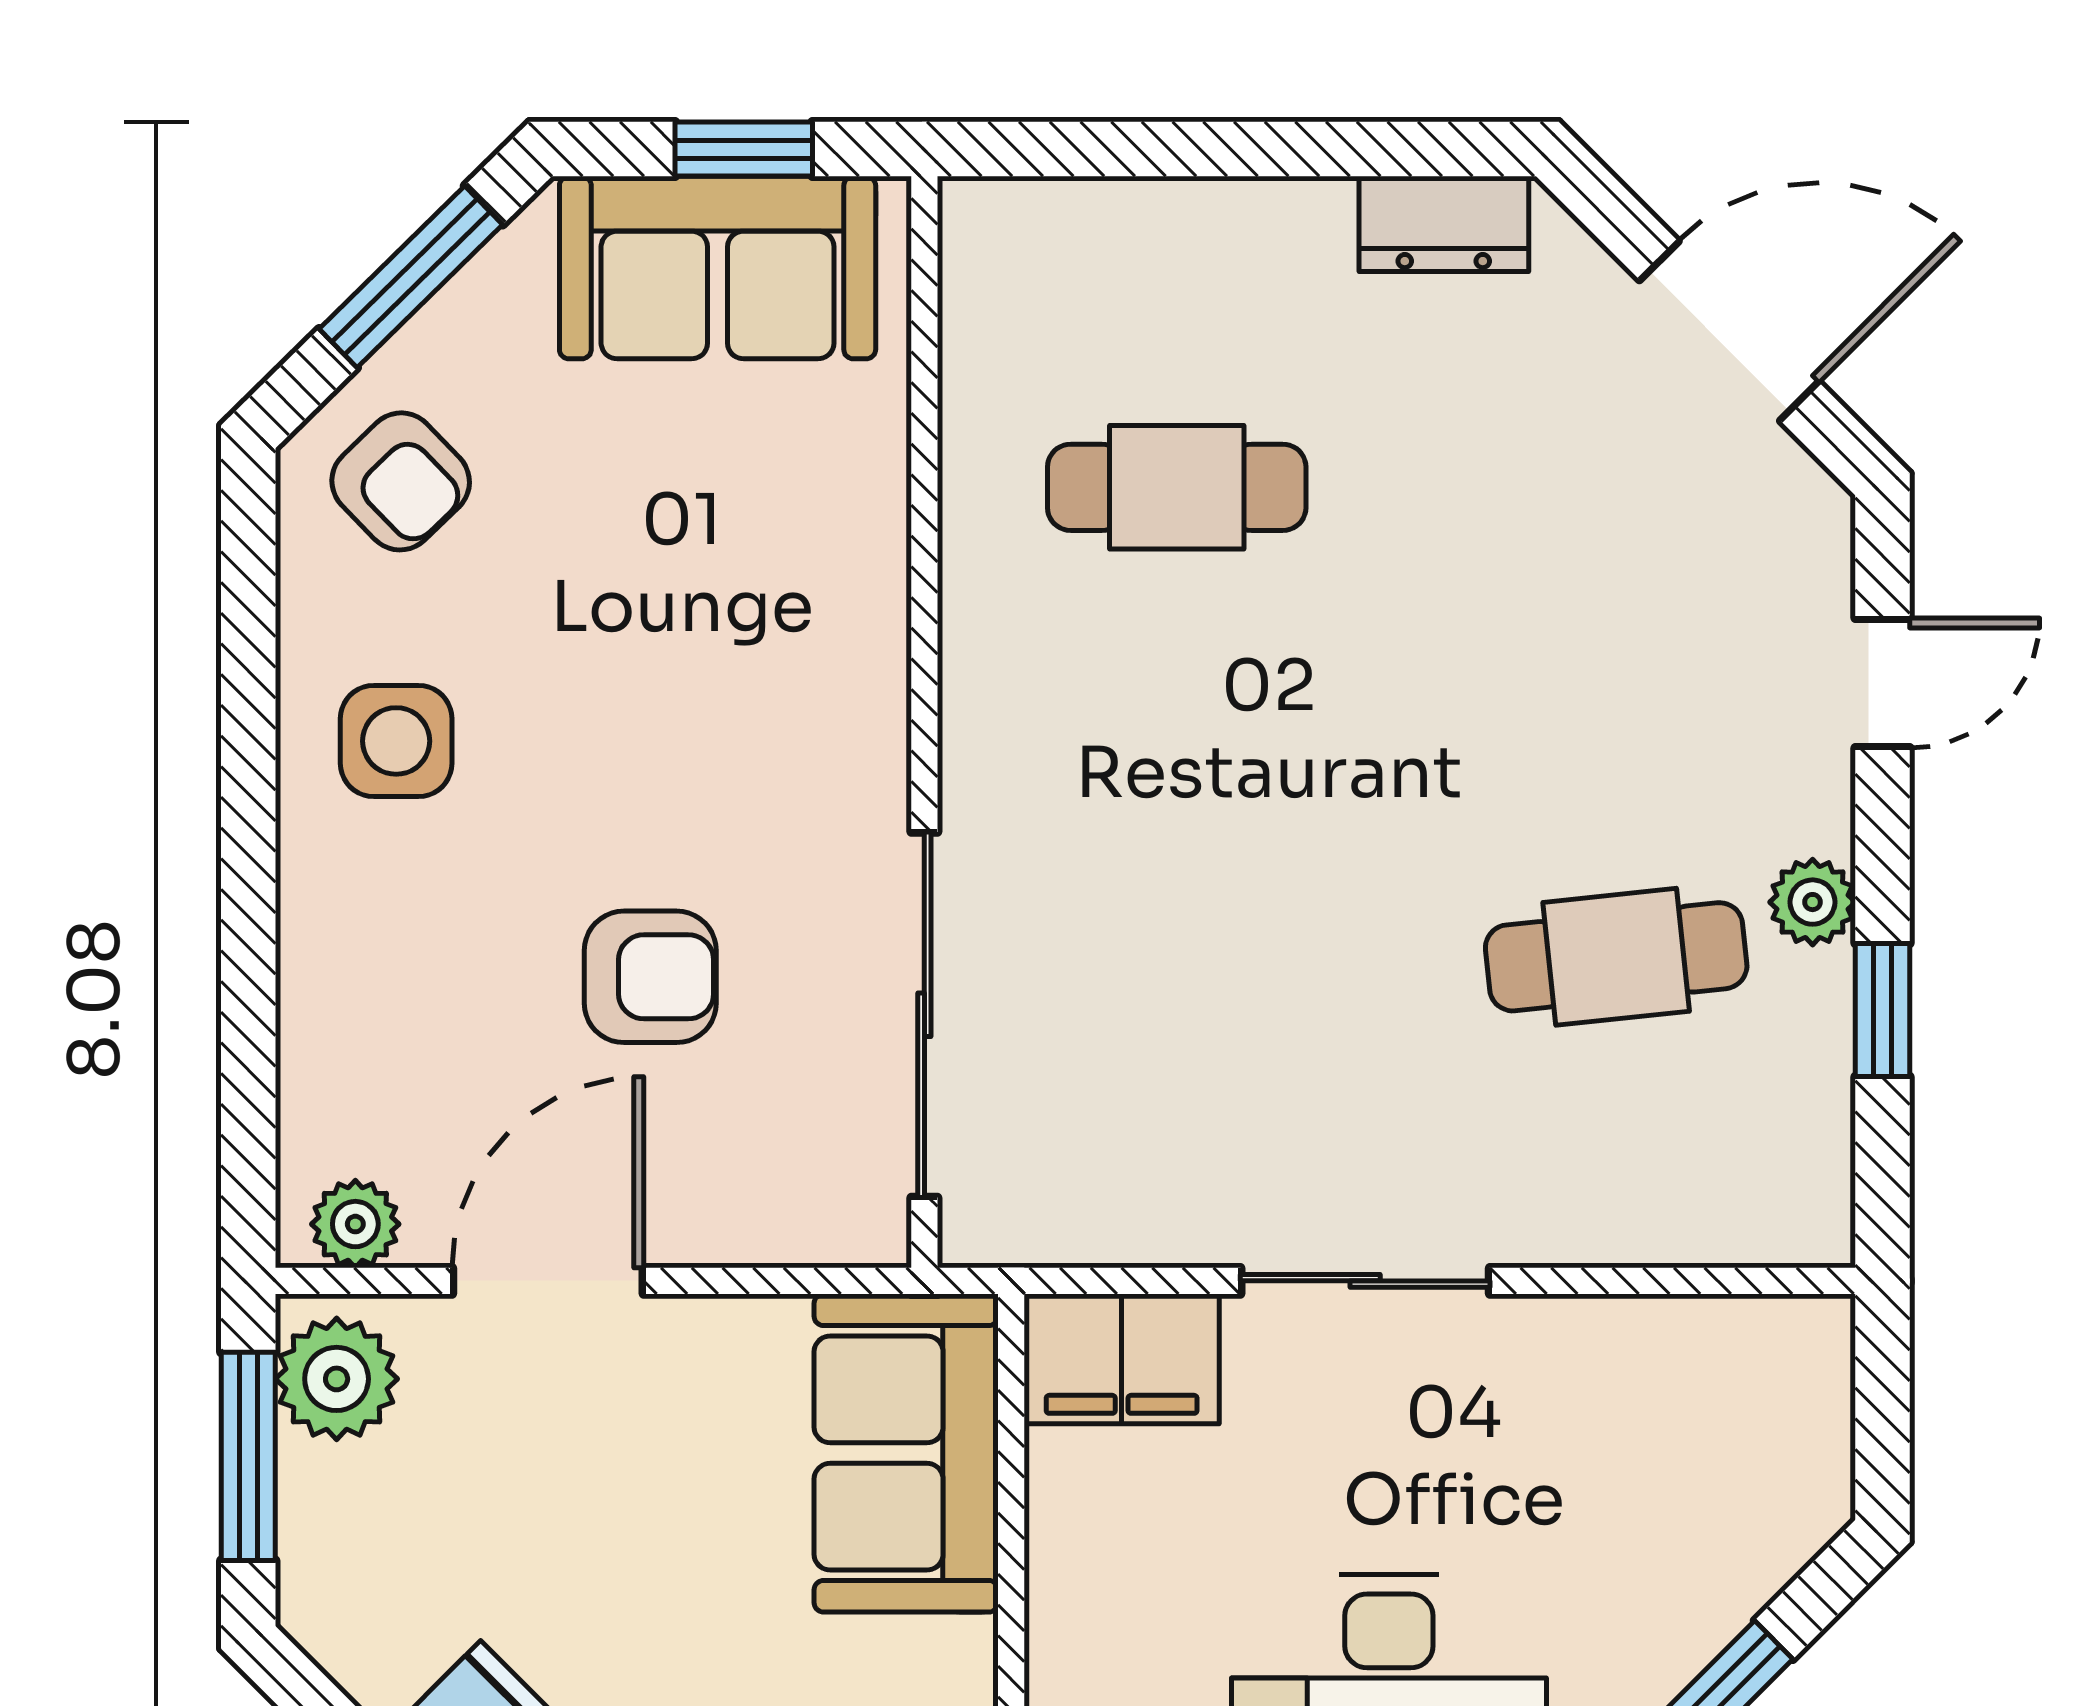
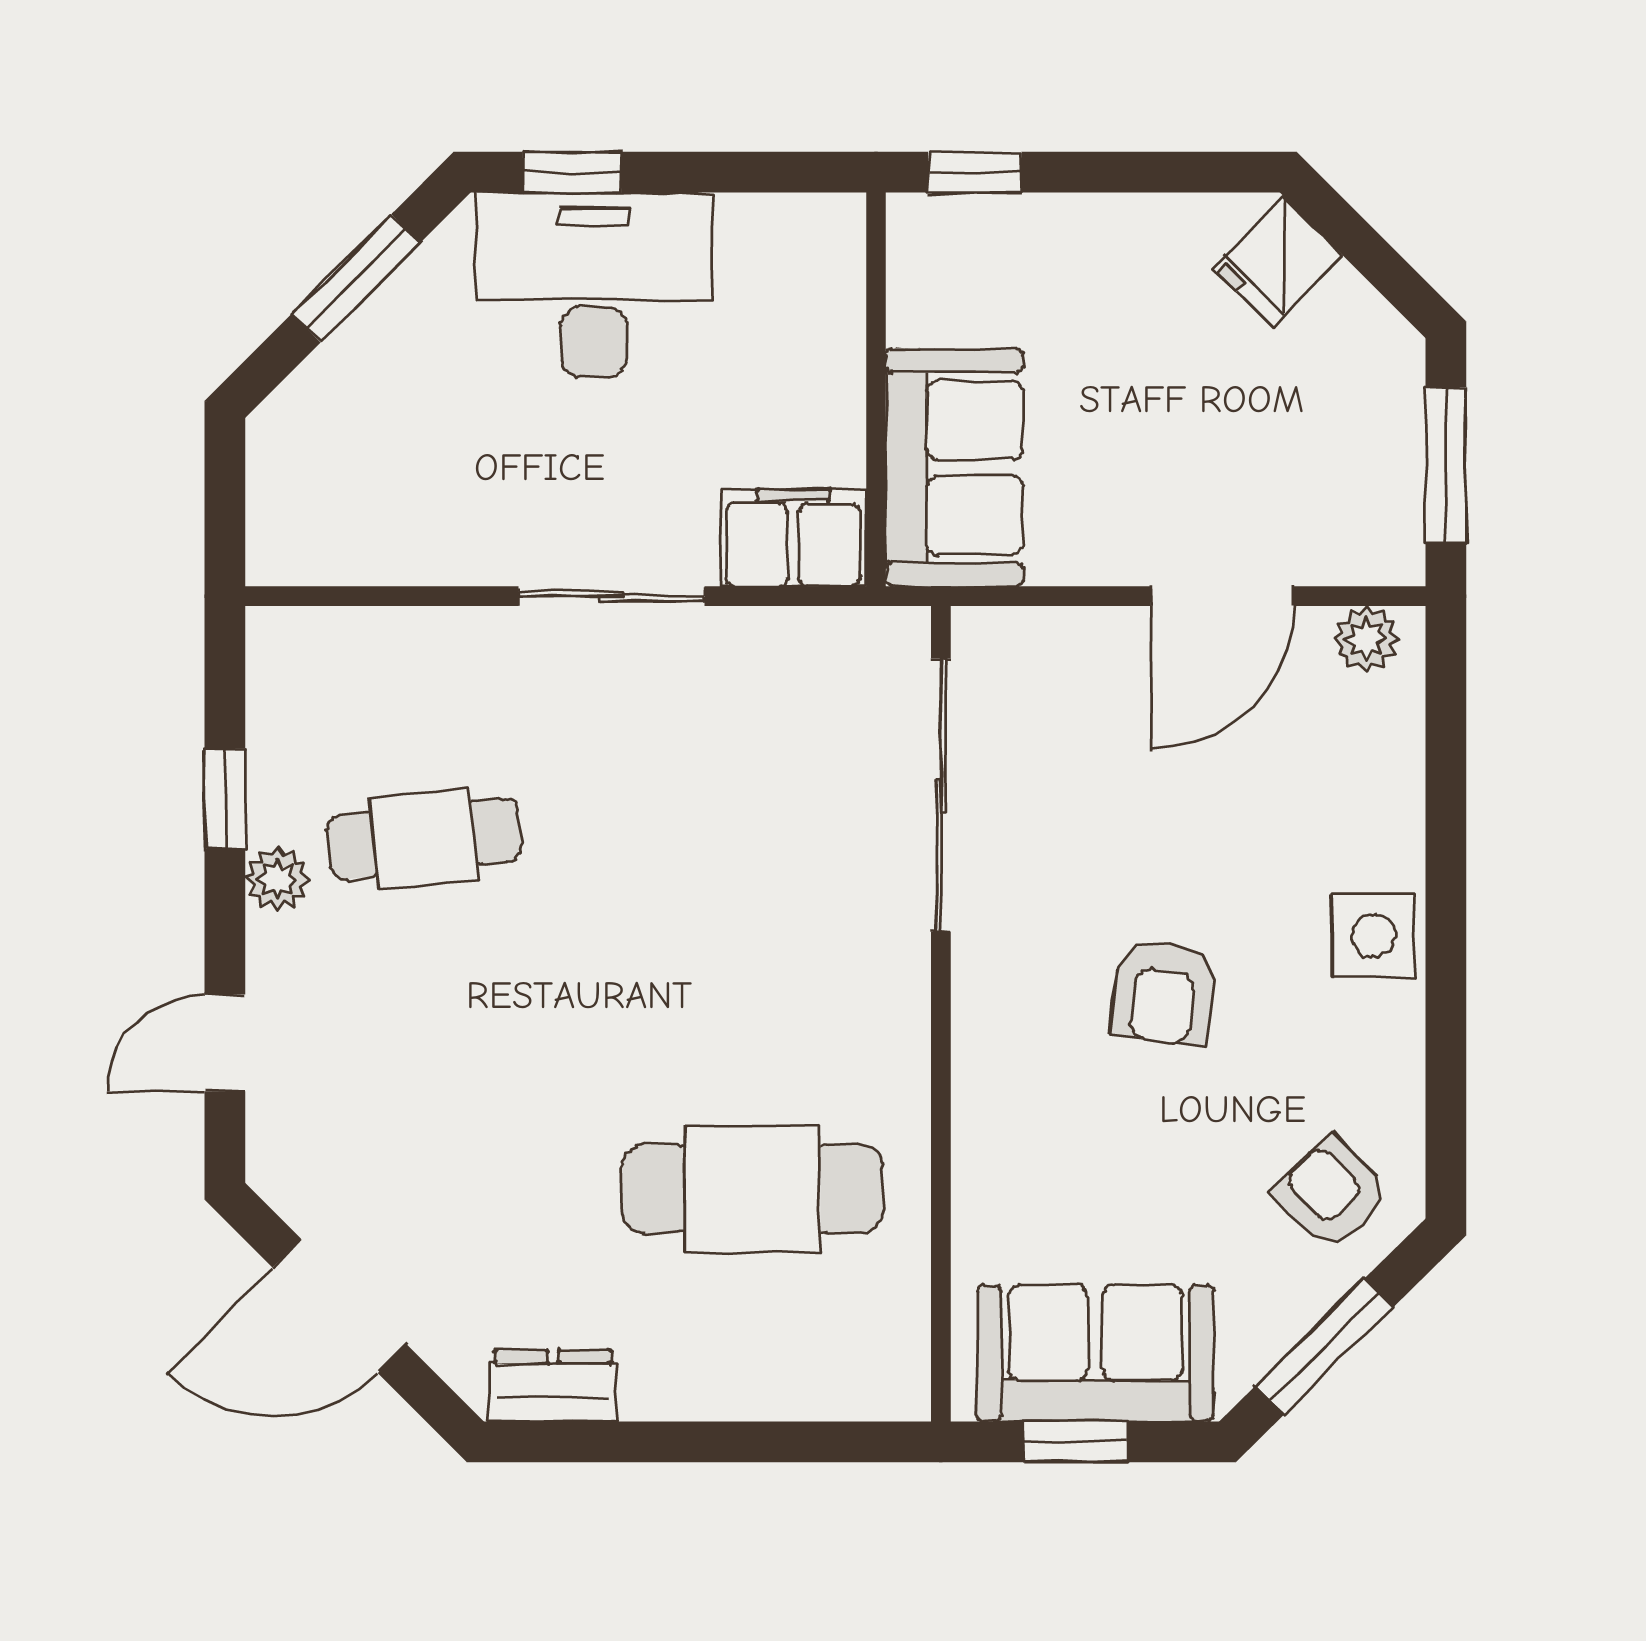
cafe table: (1177, 487) -> (752, 1189), width x1.37, depth x1.35
side table: (396, 741) -> (1373, 936), moved
armchair: (650, 977) -> (1164, 992), moved, turned -83
plant: (337, 1379) -> (1380, 523), removed

